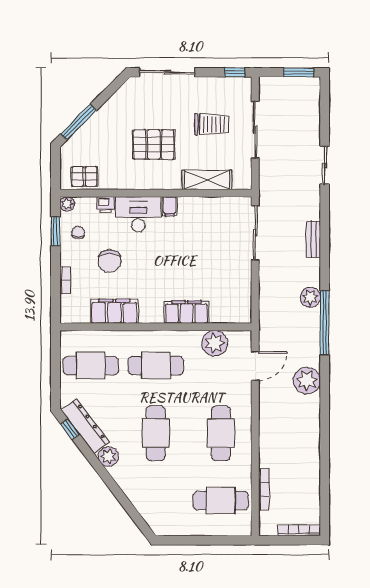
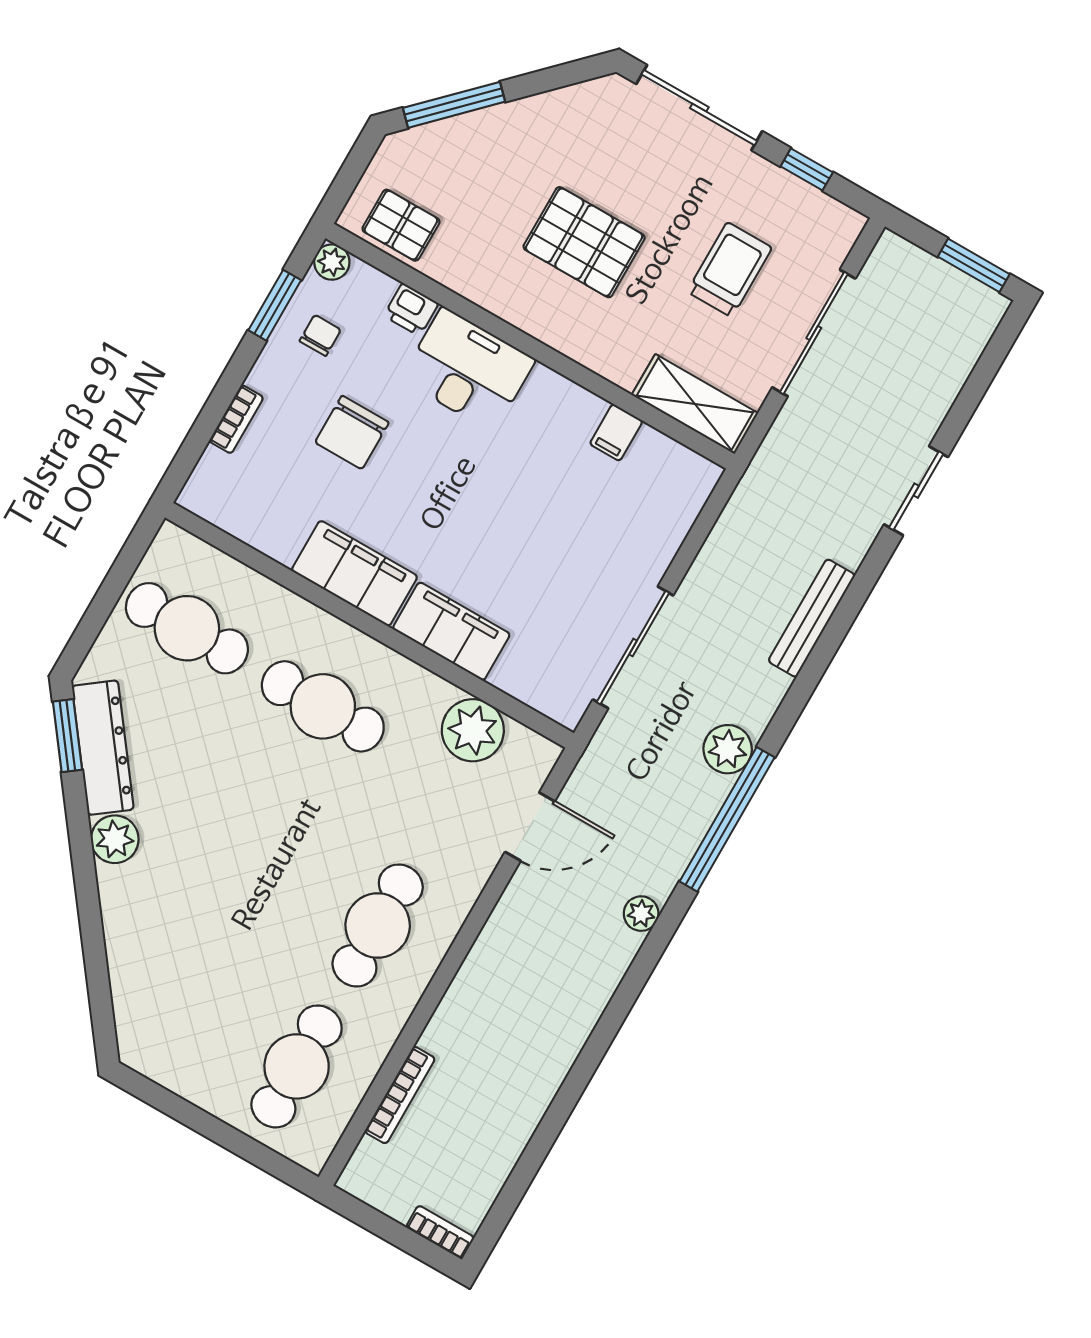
window: (235, 72) -> (807, 169), moved
trolley: (212, 124) -> (730, 270), turned -90
shelving: (207, 180) -> (695, 404), moved
filing cabinet: (170, 206) -> (616, 432), moved
sliding door: (255, 233) -> (633, 647), moved
bench: (313, 239) -> (812, 618), width x1.36
filing cabinet: (114, 311) -> (354, 573), moved
plant: (307, 381) -> (641, 914), width x0.53, depth x0.53
window: (70, 429) -> (67, 736), width x1.50
cafe table: (156, 433) -> (242, 847), removed
cafe table: (221, 501) -> (297, 1066), turned 90
bookcase: (299, 531) -> (440, 1232), width x0.64

